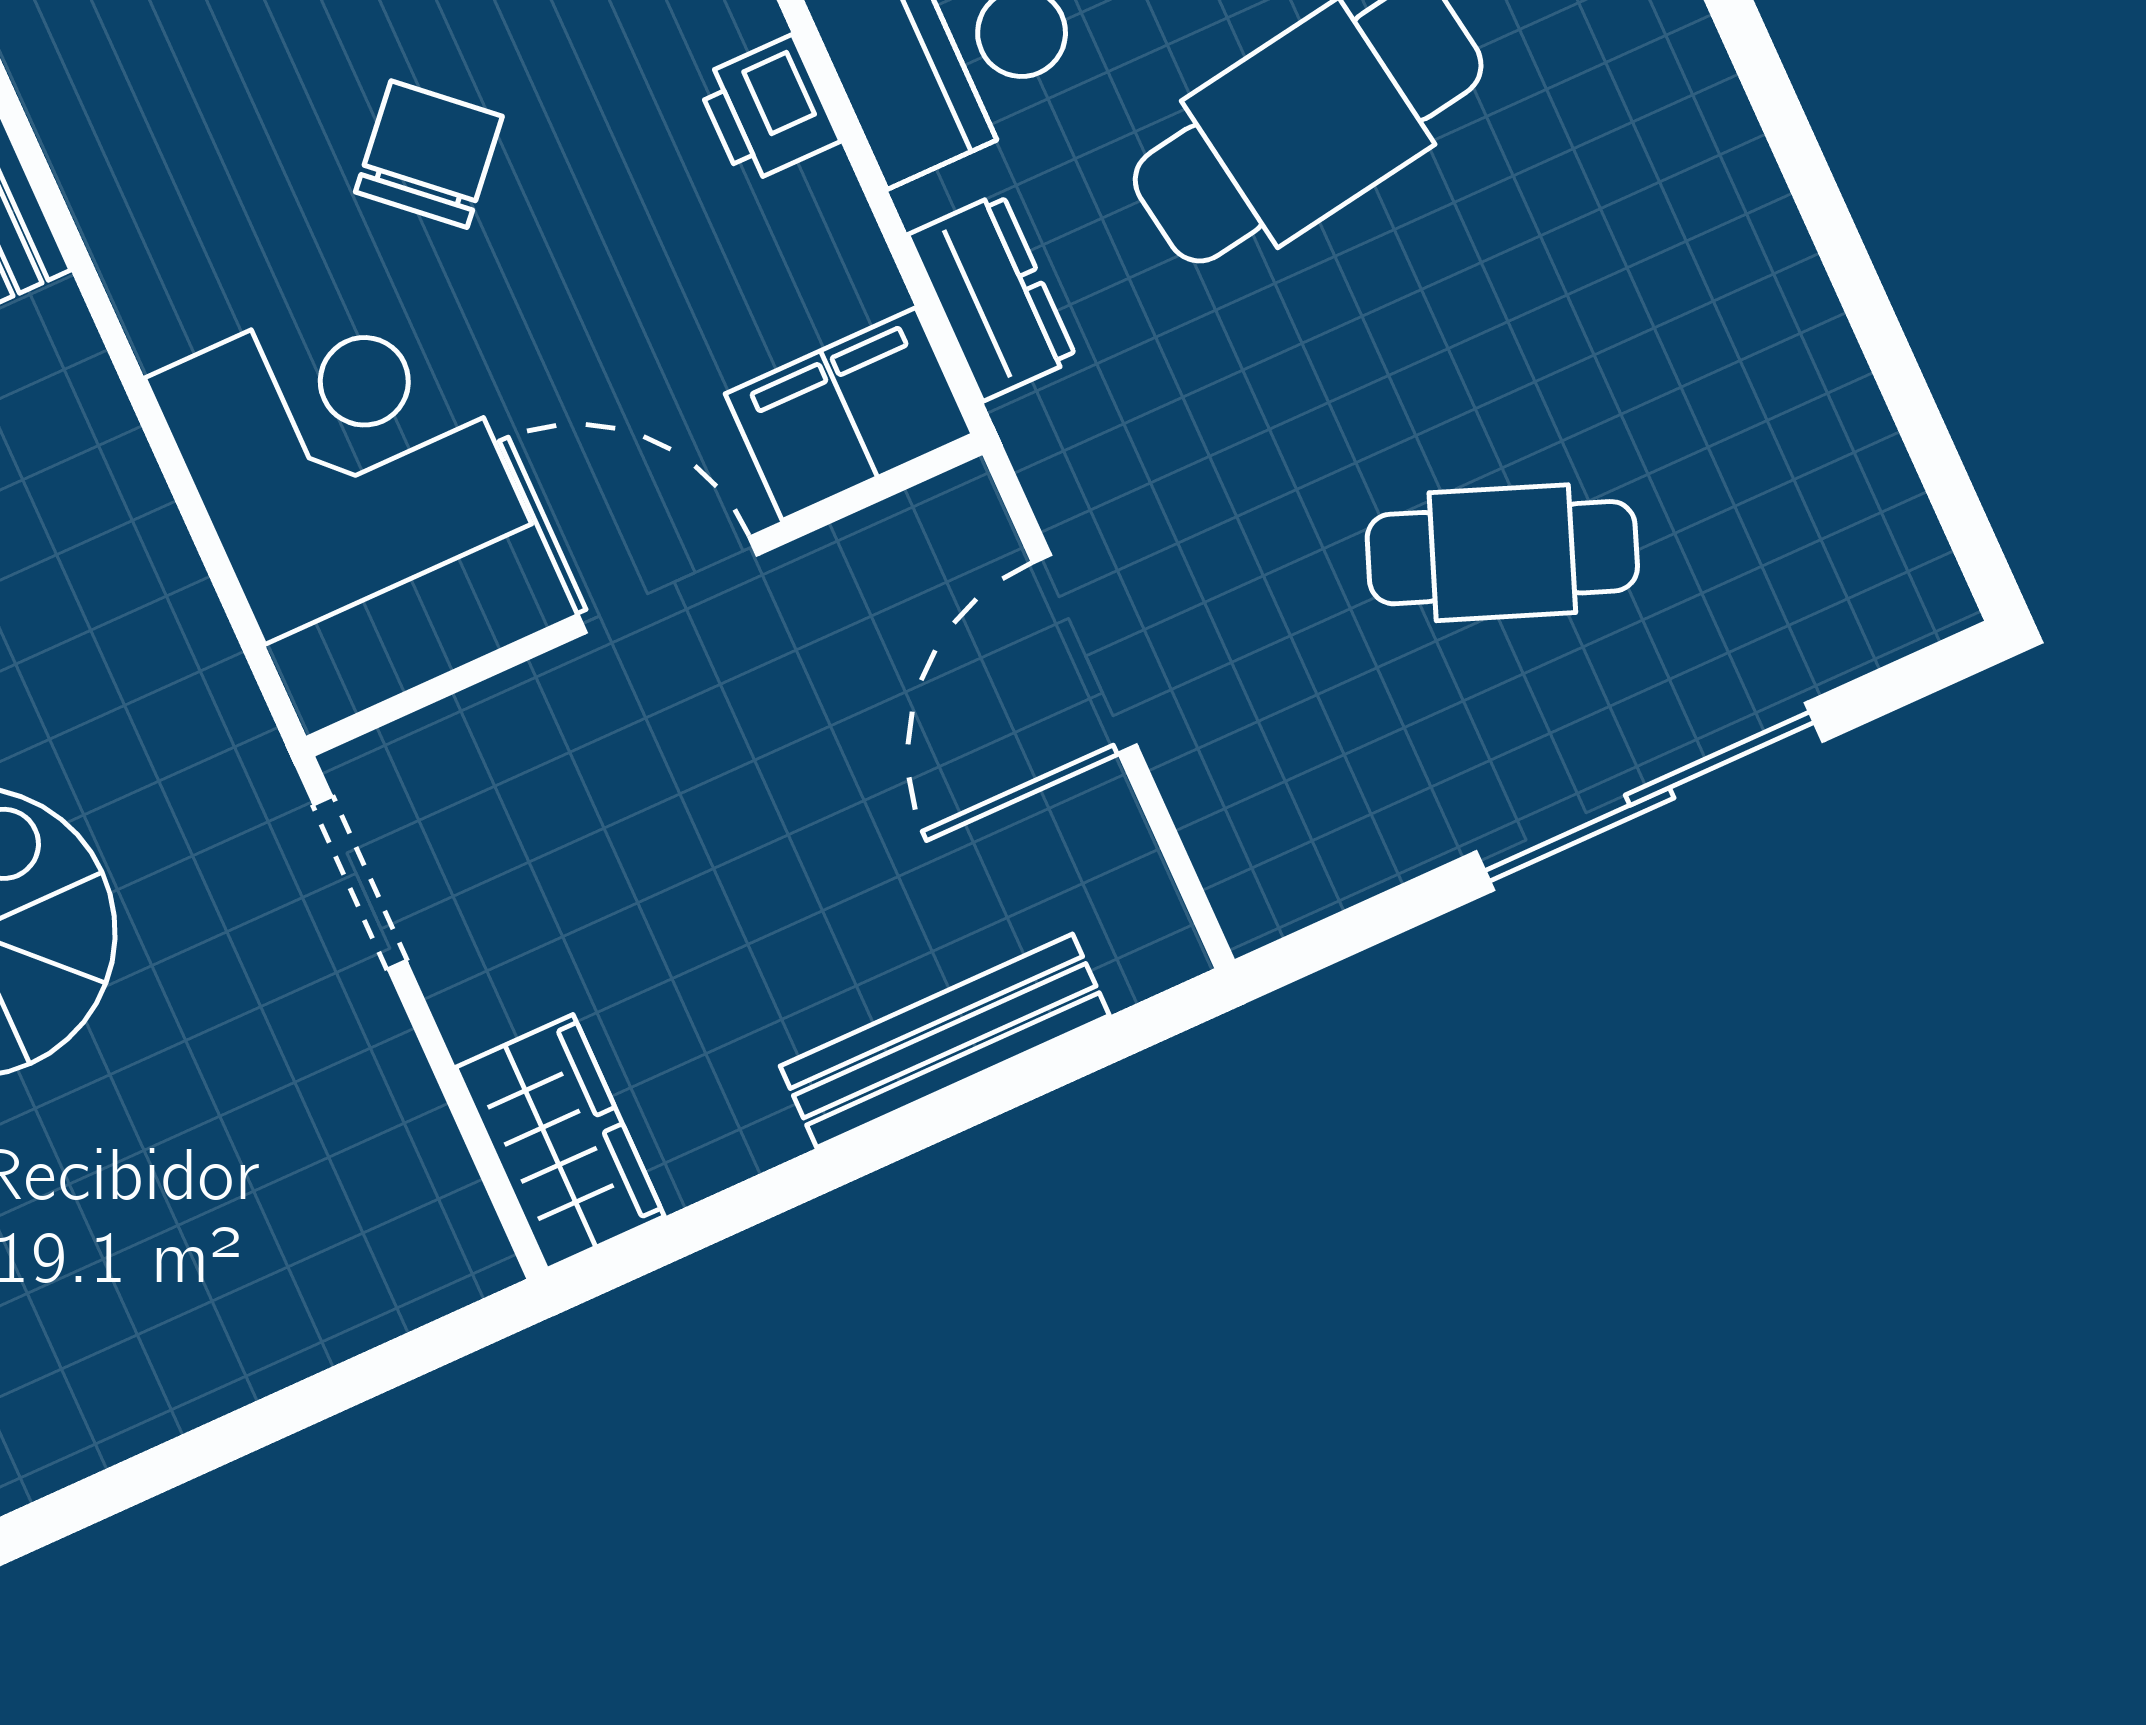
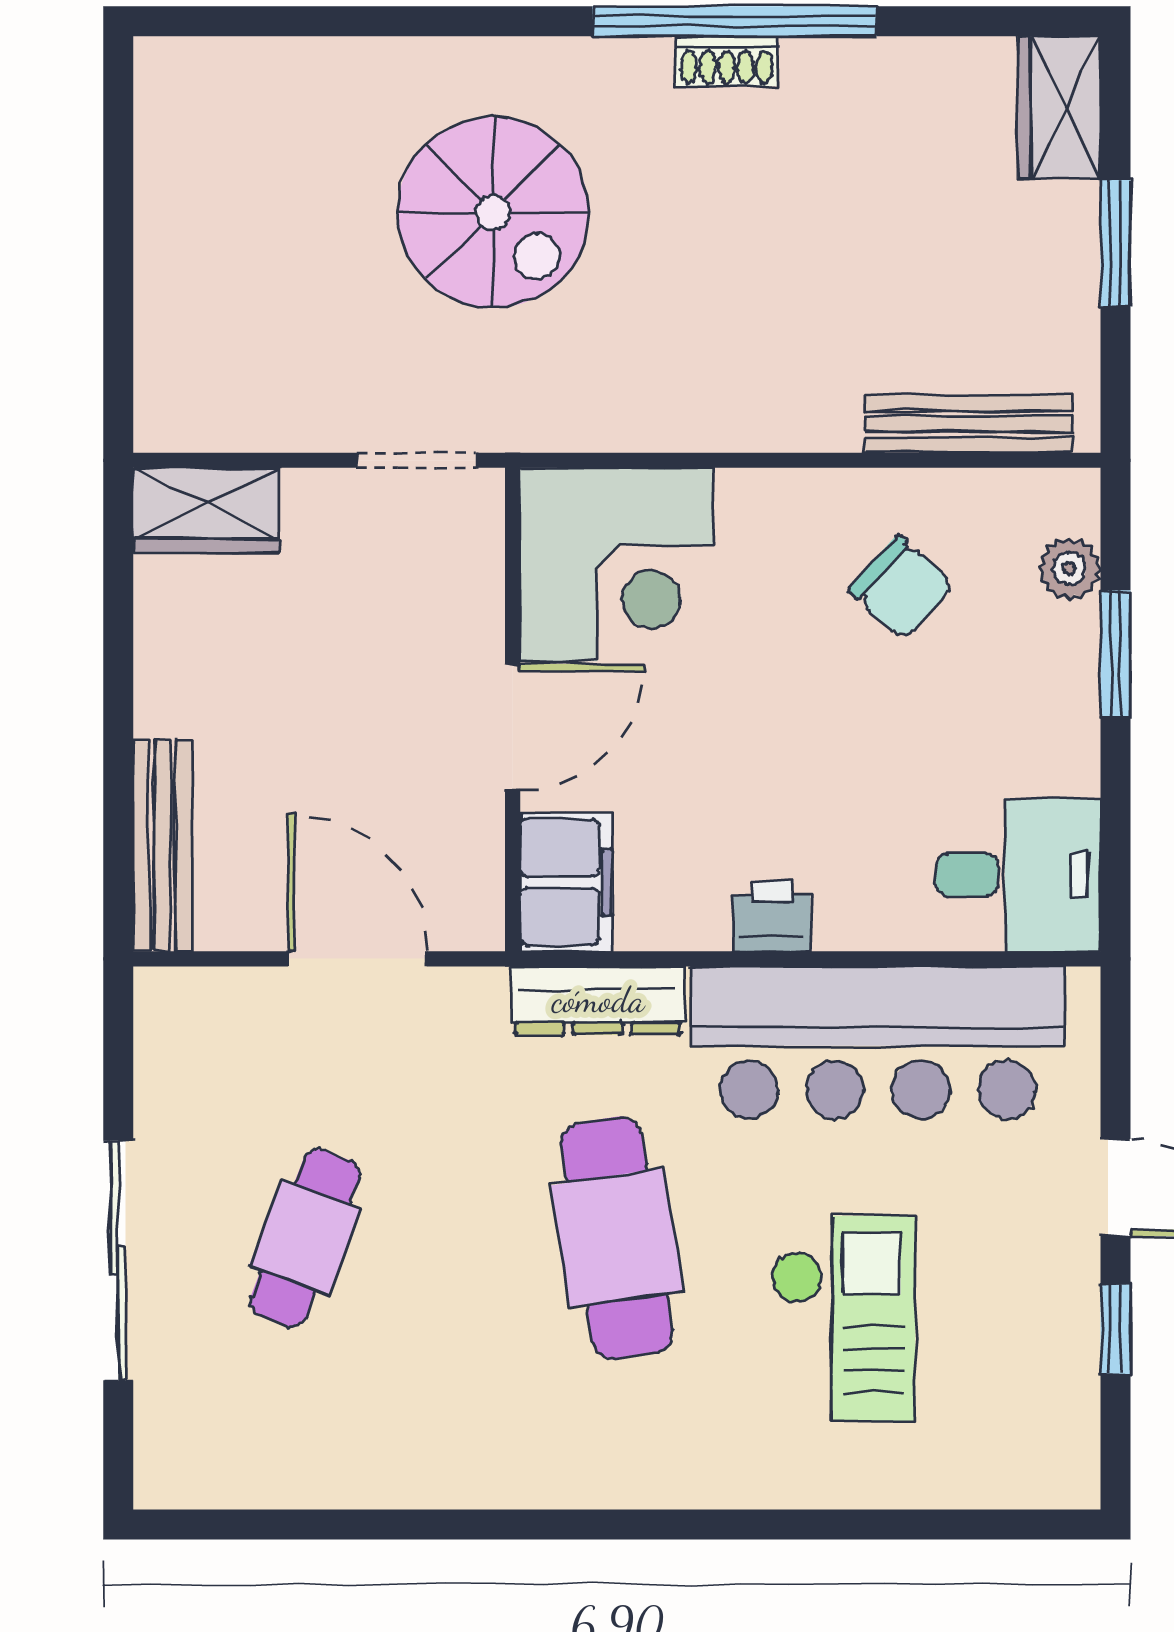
chair: (429, 154) -> (901, 588), moved
dresser: (992, 297) -> (598, 1000), width x1.44
corner desk: (338, 451) -> (617, 564), moved
bench: (945, 1041) -> (163, 846), moved

